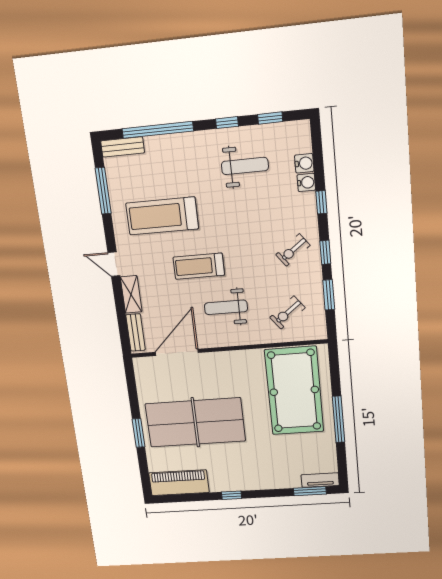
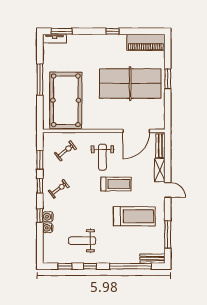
water cooler: (304, 163) -> (48, 217), moved
weight bench: (226, 307) -> (102, 157), turned 90

